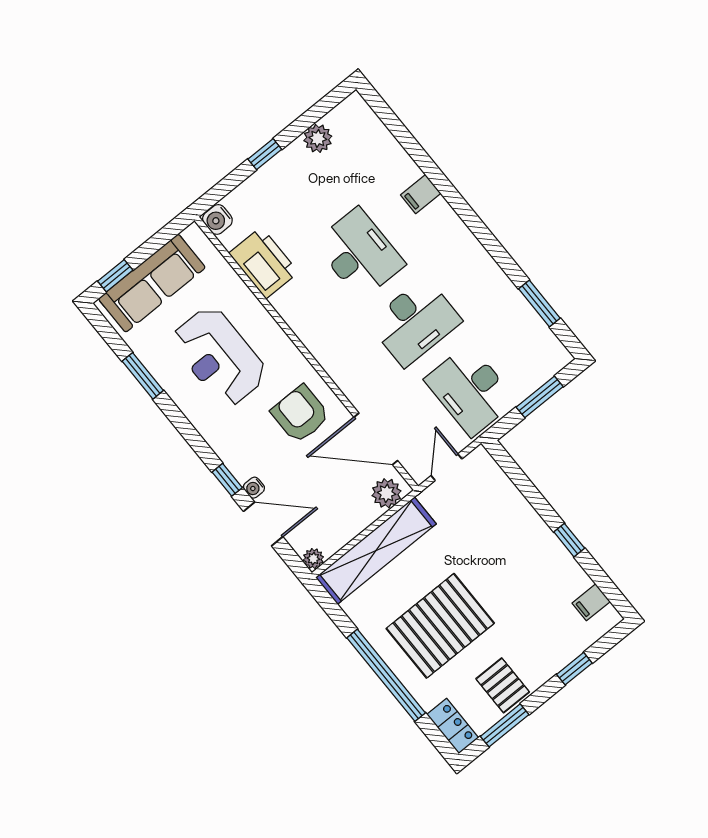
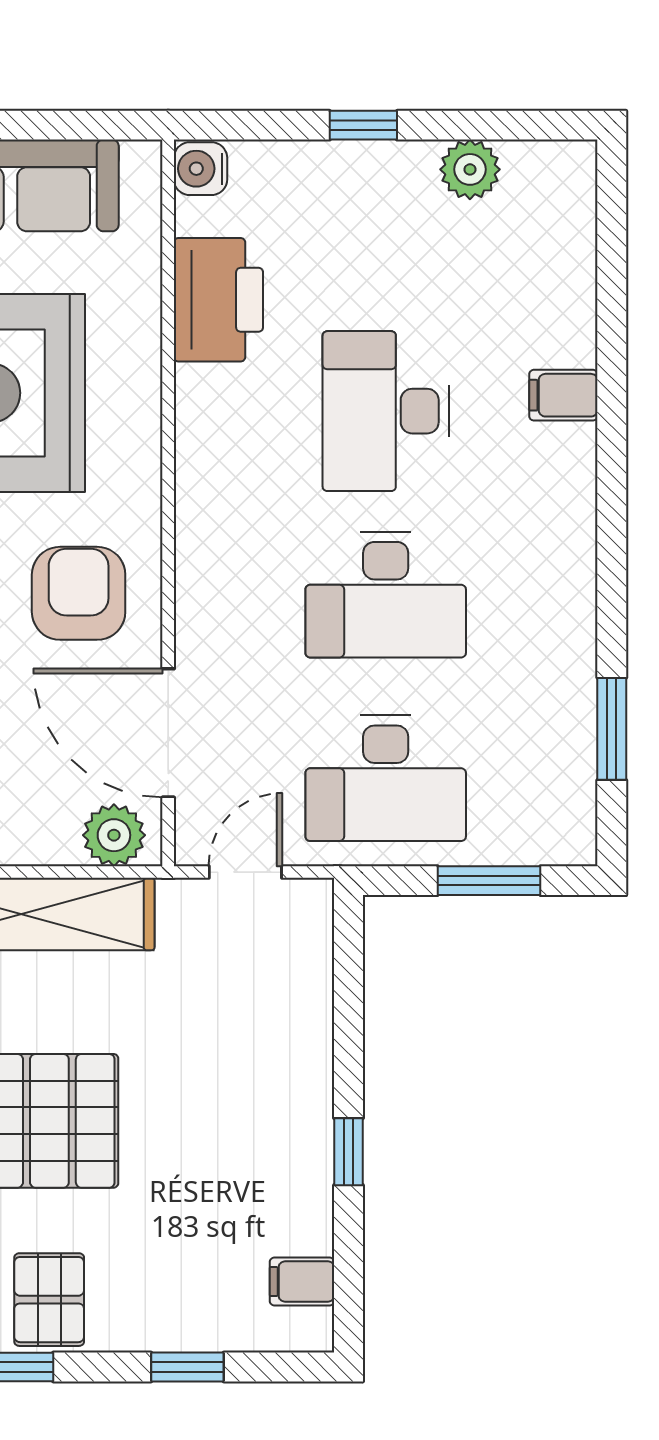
desk: (359, 254) -> (386, 411), turned 180
desk: (470, 390) -> (386, 778), turned -90

